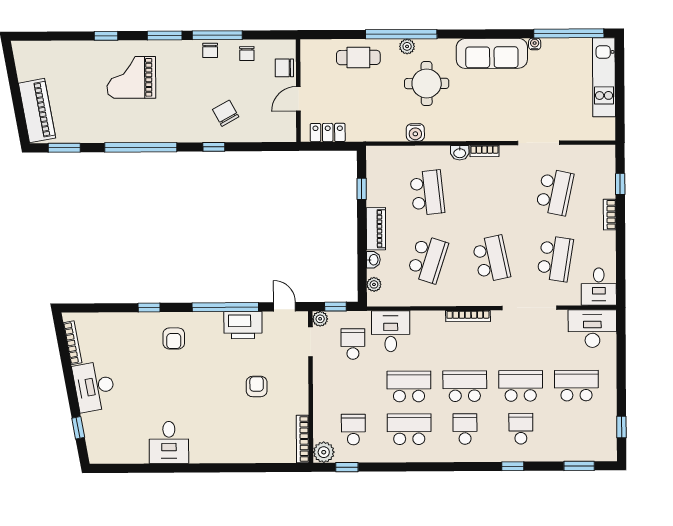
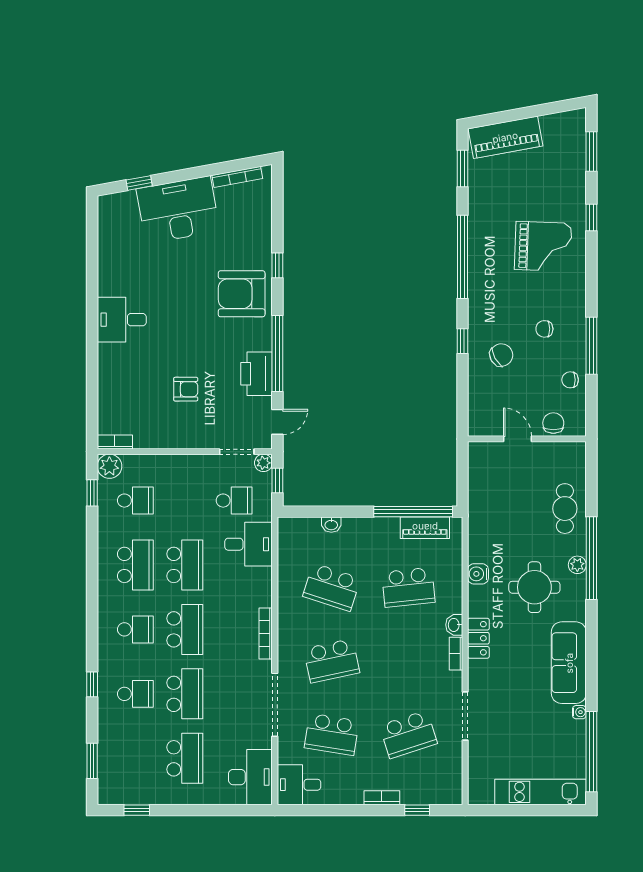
window: (165, 35) -> (591, 151), moved
chair: (210, 50) -> (544, 329), moved
grand piano: (131, 77) -> (543, 246), turned 92
locker: (328, 133) -> (478, 638), moved
window: (362, 189) -> (413, 512), width x3.17
school desk: (555, 192) -> (408, 734), turned -30
piano: (376, 229) -> (425, 528), moved
plant: (374, 284) -> (303, 525), removed
armchair: (174, 338) -> (242, 294), width x1.88, depth x1.88
desk: (94, 386) -> (178, 210), width x1.36, depth x1.30
bookcase: (303, 439) -> (115, 442), width x0.64
desk: (169, 442) -> (122, 320), moved

